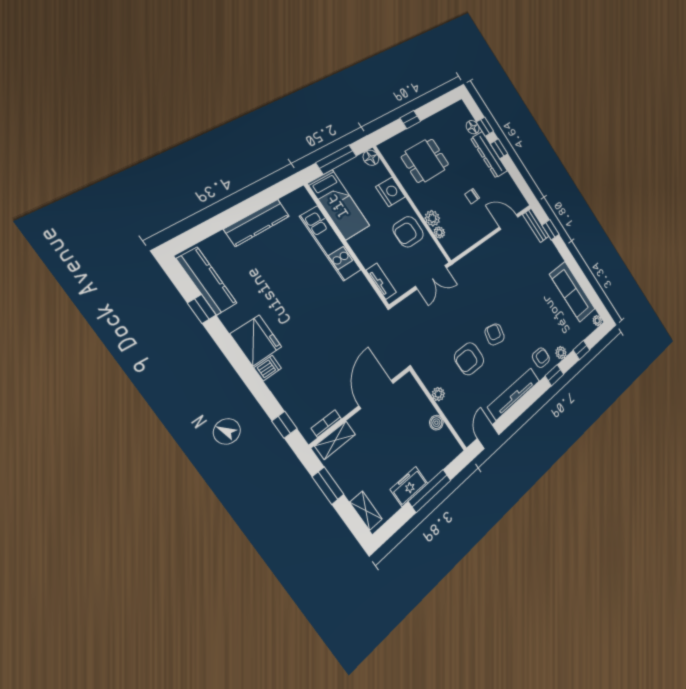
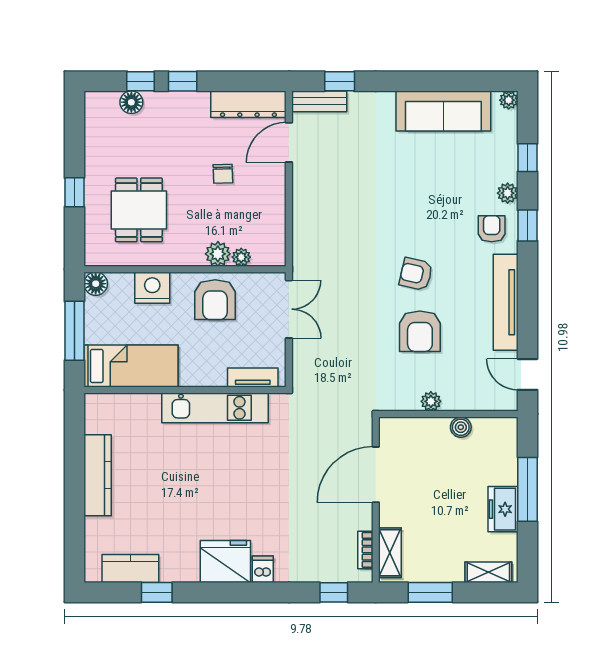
dresser: (489, 155) -> (248, 104), moved
kitchen unit: (330, 243) -> (215, 408), moved
kitchen counter: (207, 281) -> (130, 569), width x0.67
door: (376, 394) -> (376, 475), hinge flipped

